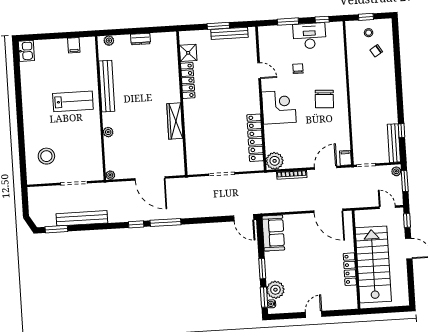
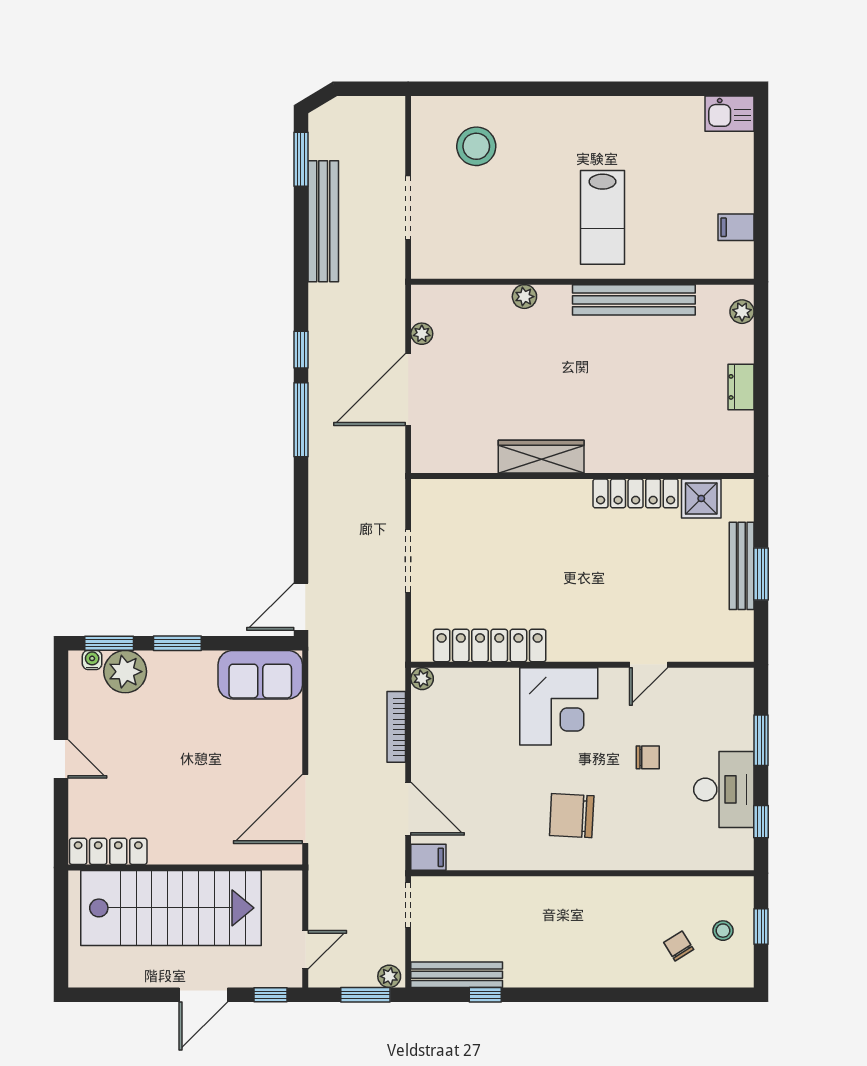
bench: (229, 33) -> (742, 566), moved
plant: (275, 161) -> (422, 679), width x0.53, depth x0.53
plant: (110, 175) -> (422, 334), moved
locker: (350, 269) -> (108, 851), moved

